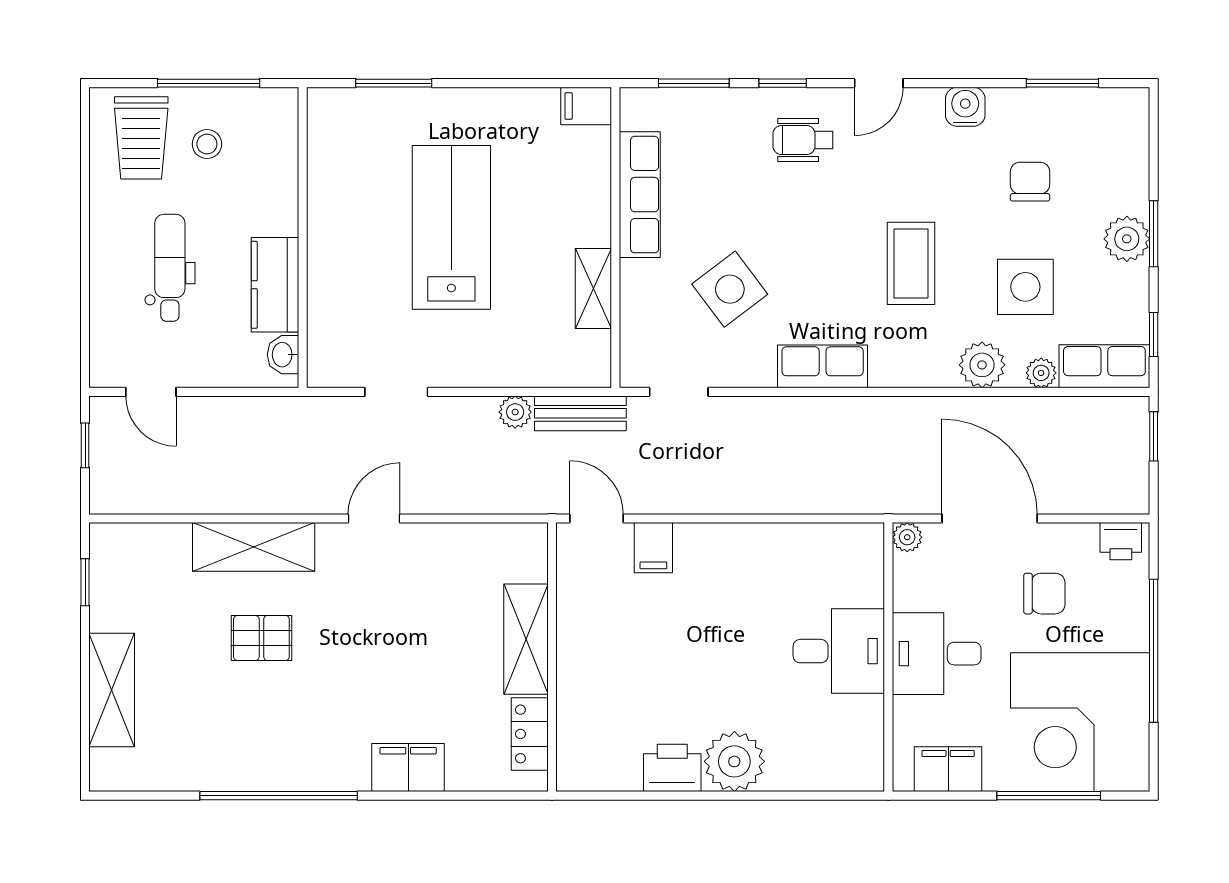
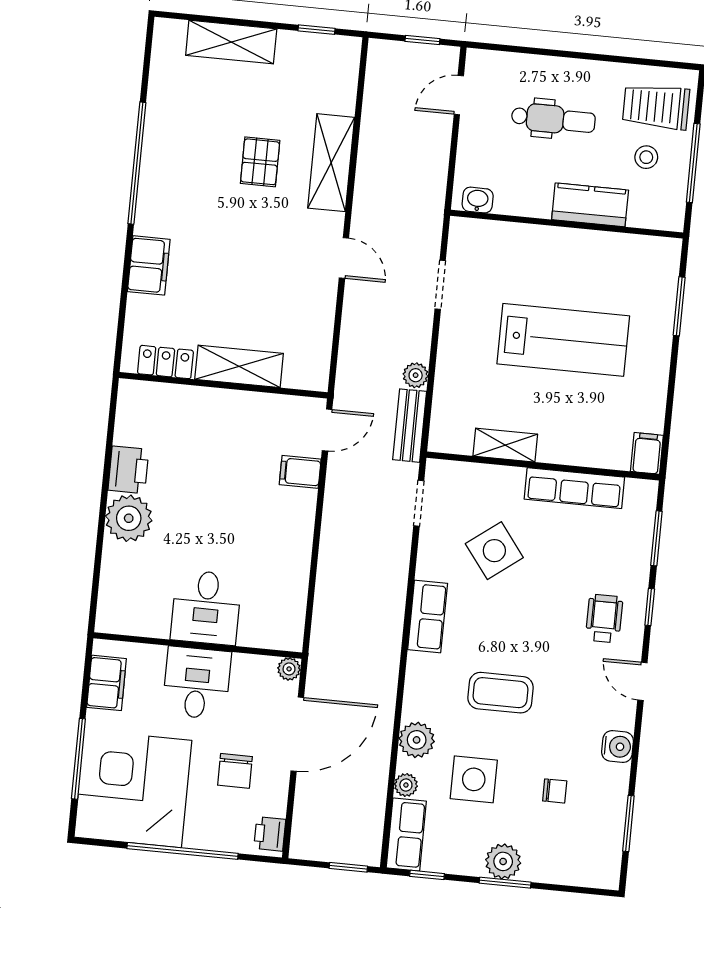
chair: (1030, 182) -> (555, 791), width x0.73, depth x0.73
kitchen counter: (275, 285) -> (590, 205), moved

